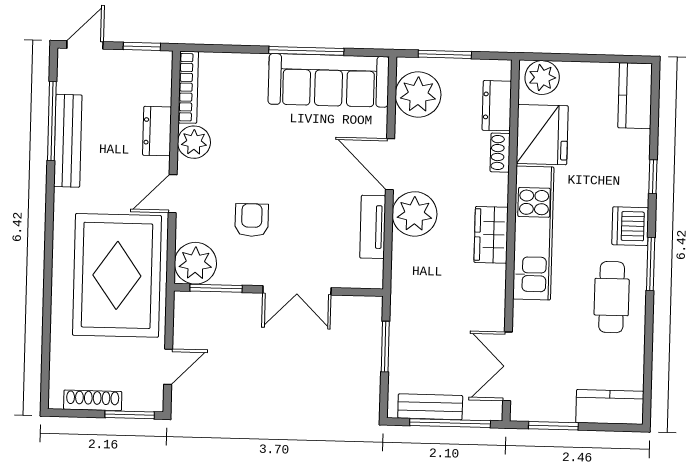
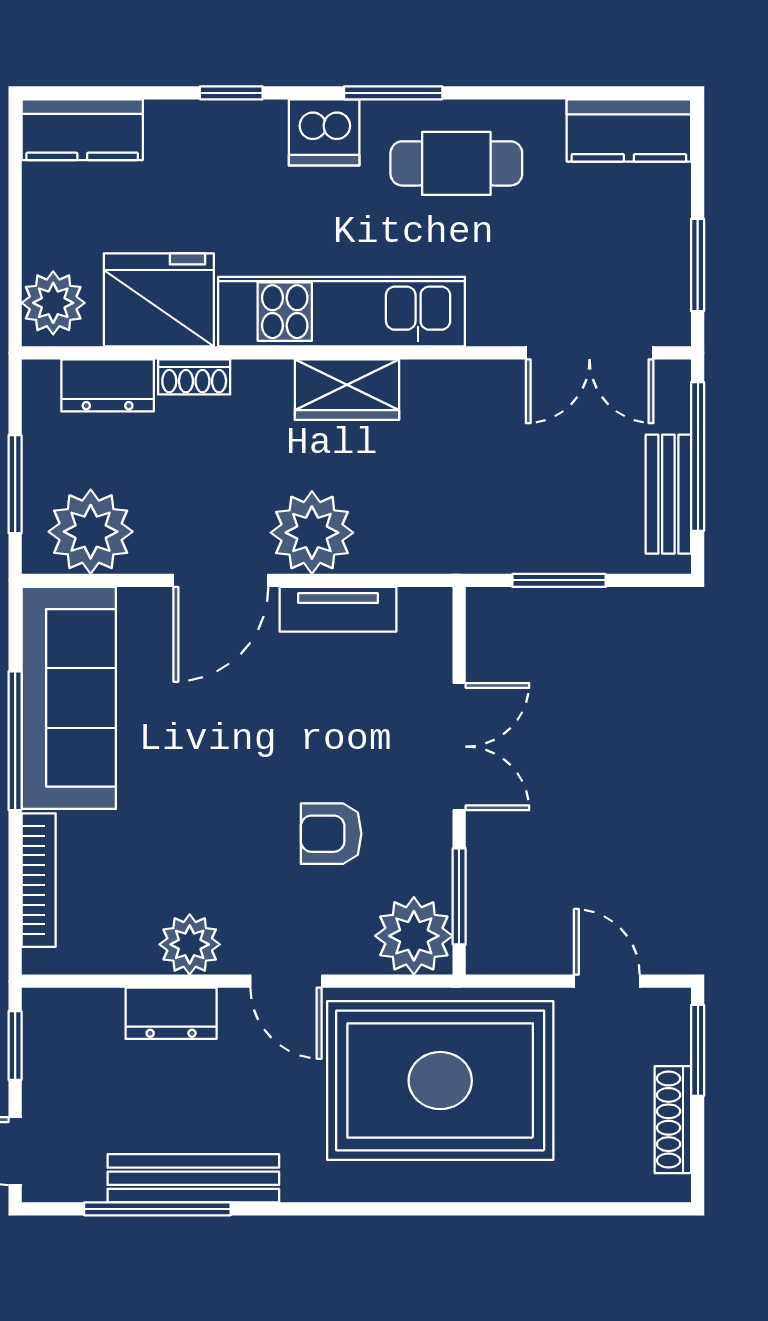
bookcase: (188, 87) -> (39, 880), moved, turned 90
kitchen counter: (610, 407) -> (629, 130), moved, turned -90

